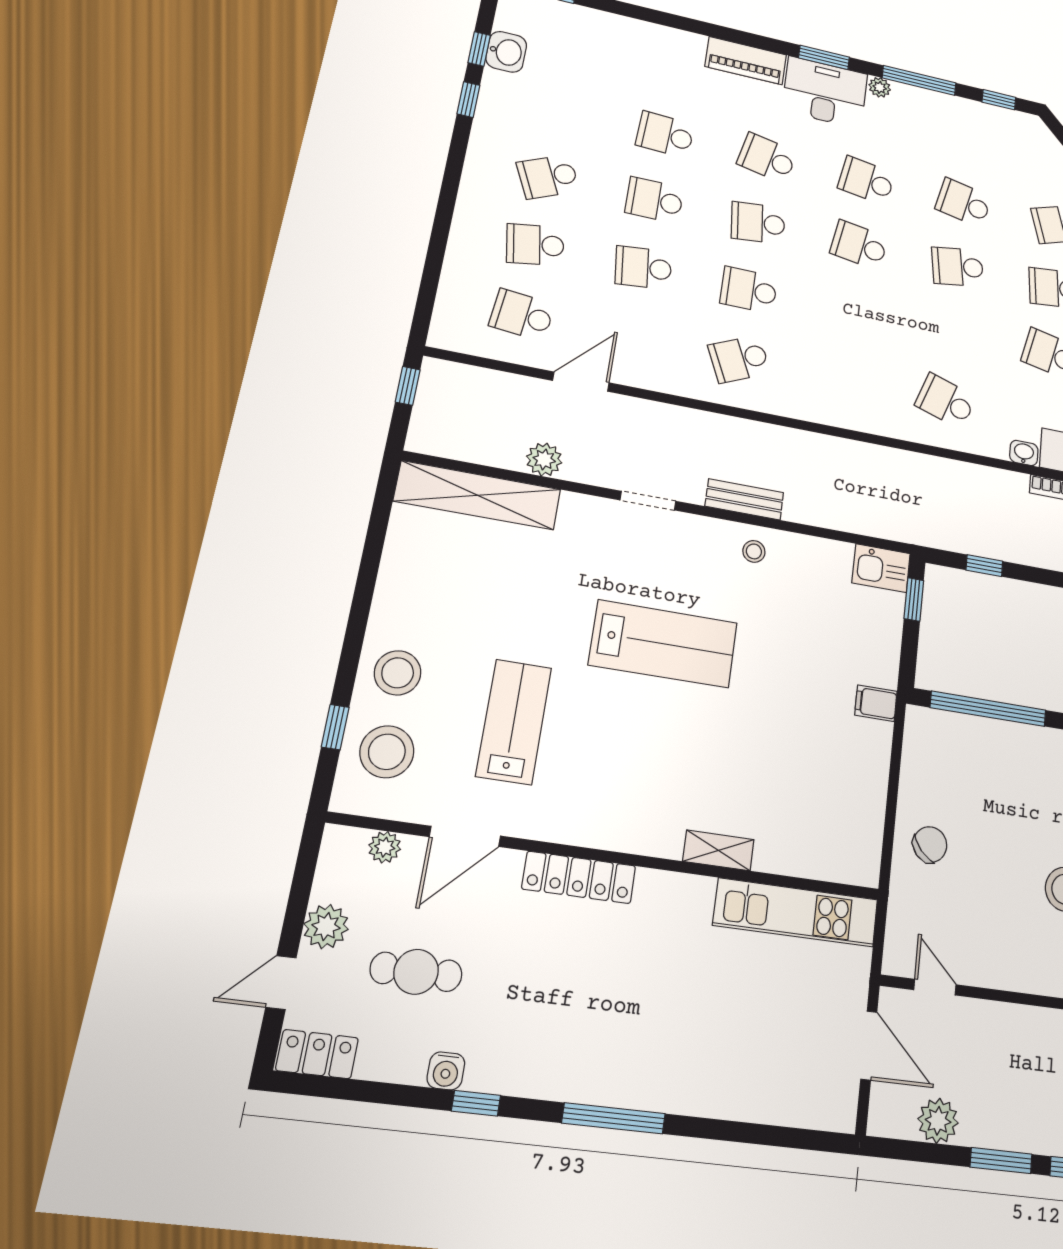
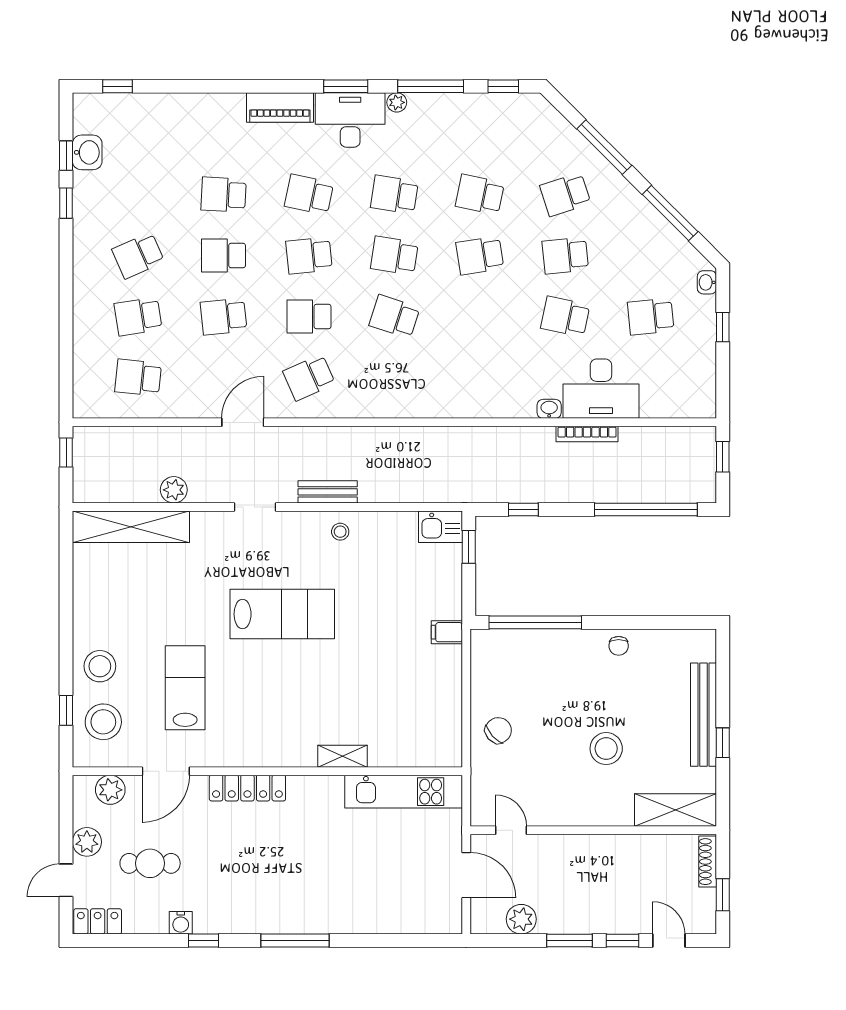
door: (581, 382) -> (243, 422), moved
school desk: (946, 401) -> (394, 317), moved
plant: (385, 847) -> (110, 790), width x1.38, depth x1.38

